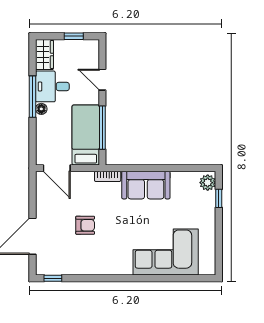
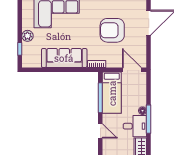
plant: (208, 183) -> (27, 36), moved
sofa: (146, 185) -> (64, 58), width x1.36
armchair: (85, 225) -> (112, 30), width x1.88, depth x1.88

